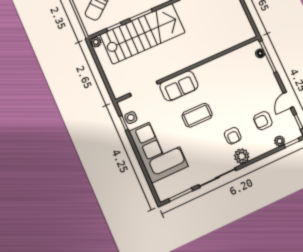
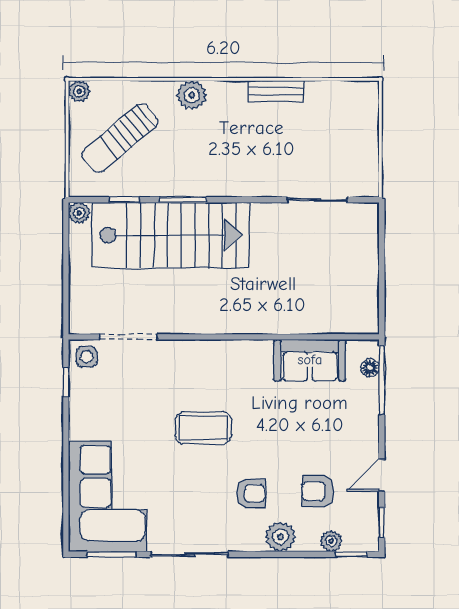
sofa: (179, 86) -> (310, 360), moved
side table: (131, 118) -> (87, 357), moved
armchair: (233, 136) -> (251, 493), turned -90
corner sofa: (159, 149) -> (108, 497), moved
plant: (242, 156) -> (280, 537), moved

